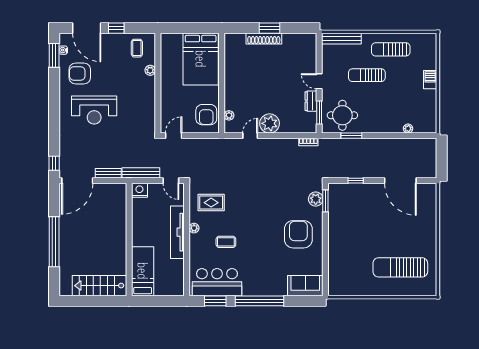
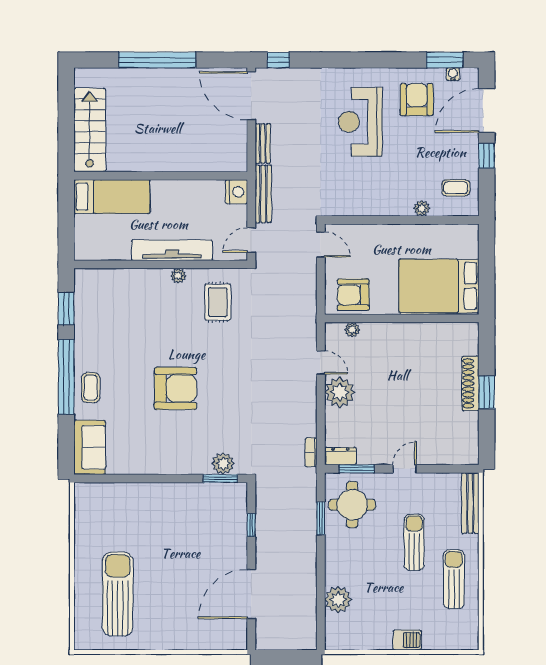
dresser: (311, 101) -> (340, 456), moved
plant: (408, 129) -> (338, 600), width x1.87, depth x1.87
armchair: (298, 234) -> (175, 388), moved
coffee table: (226, 242) -> (91, 388), moved
bar counter: (217, 282) -> (95, 311), removed

